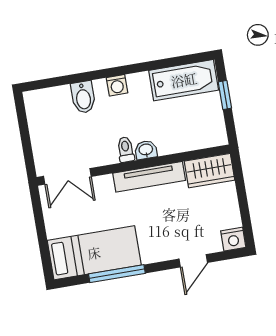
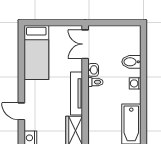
washbasin: (146, 150) -> (93, 70), moved
window: (117, 274) -> (21, 64), removed

